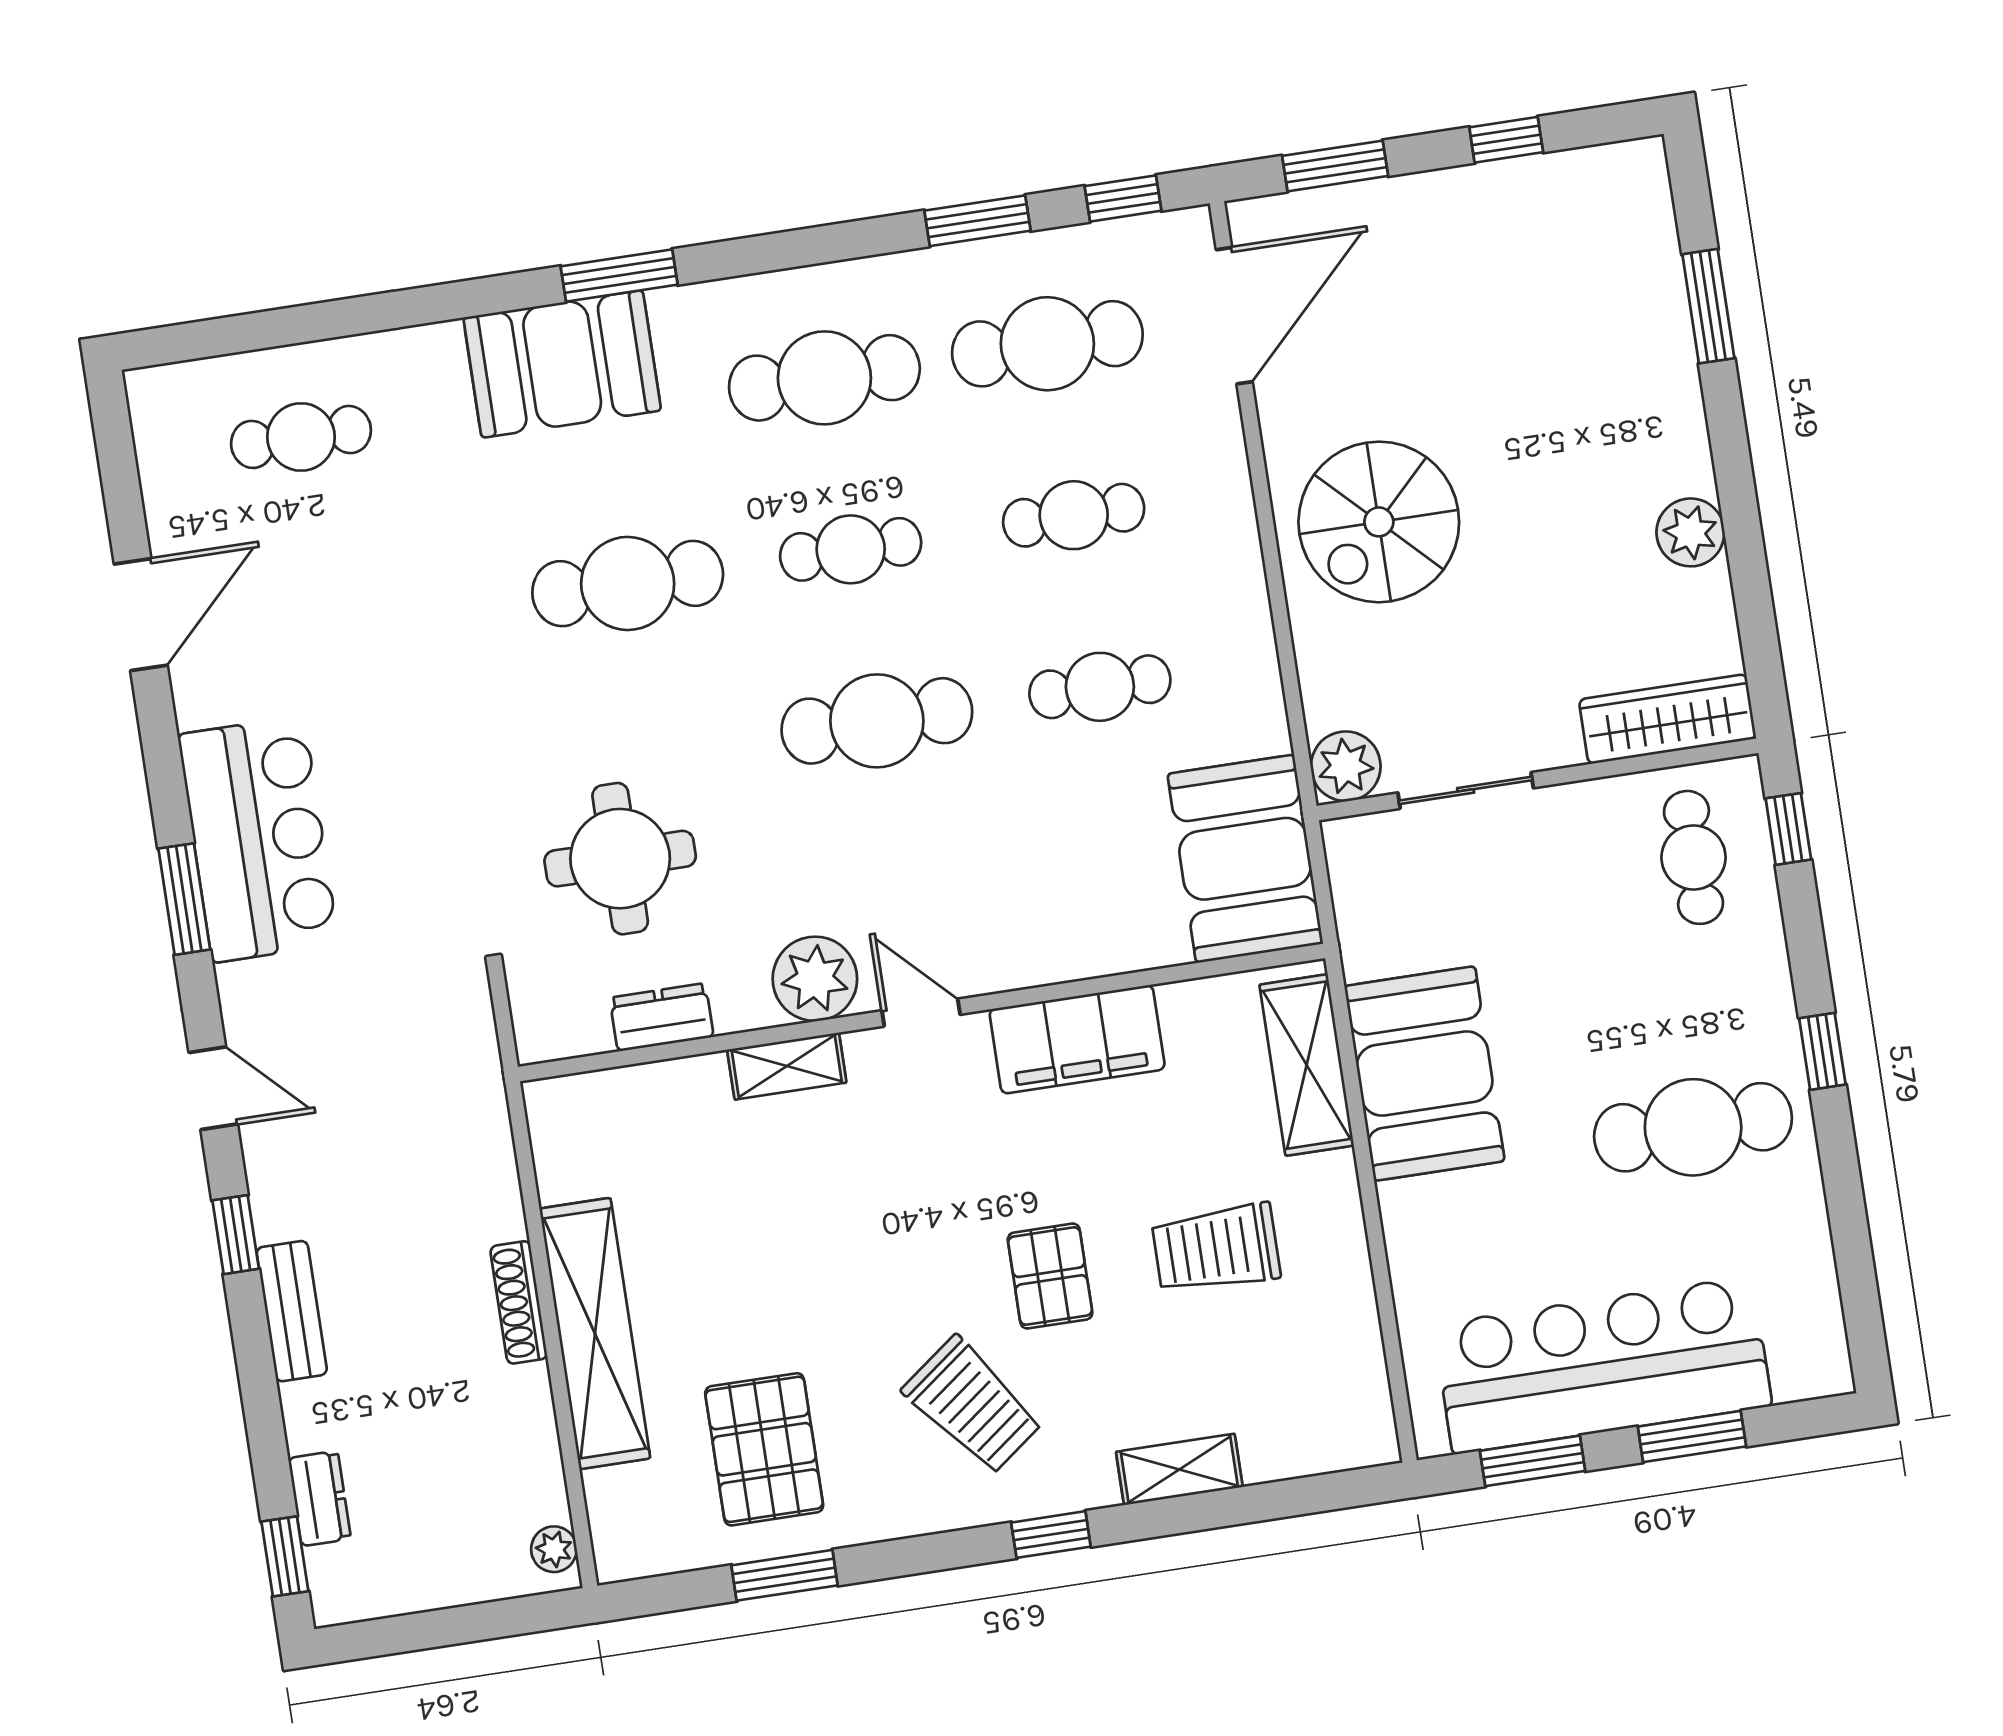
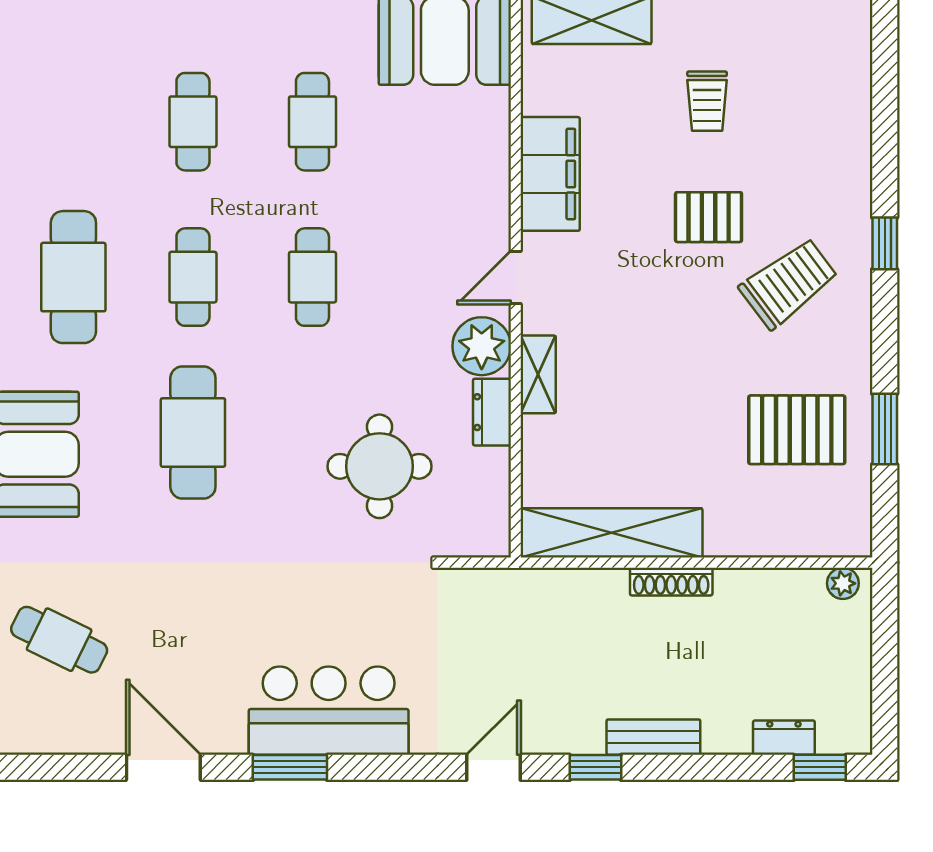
cafe table: (1047, 344) -> (73, 122), removed
cafe table: (301, 437) -> (59, 640), turned -64
cafe table: (877, 721) -> (312, 277), width x0.73, depth x0.74
window: (184, 899) -> (290, 767), moved
dresser: (662, 1017) -> (492, 412), moved
trolley: (1216, 1248) -> (707, 101), width x0.73, depth x0.72
shelving: (595, 1333) -> (611, 533), moved
shelving: (1179, 1469) -> (854, 149), removed

